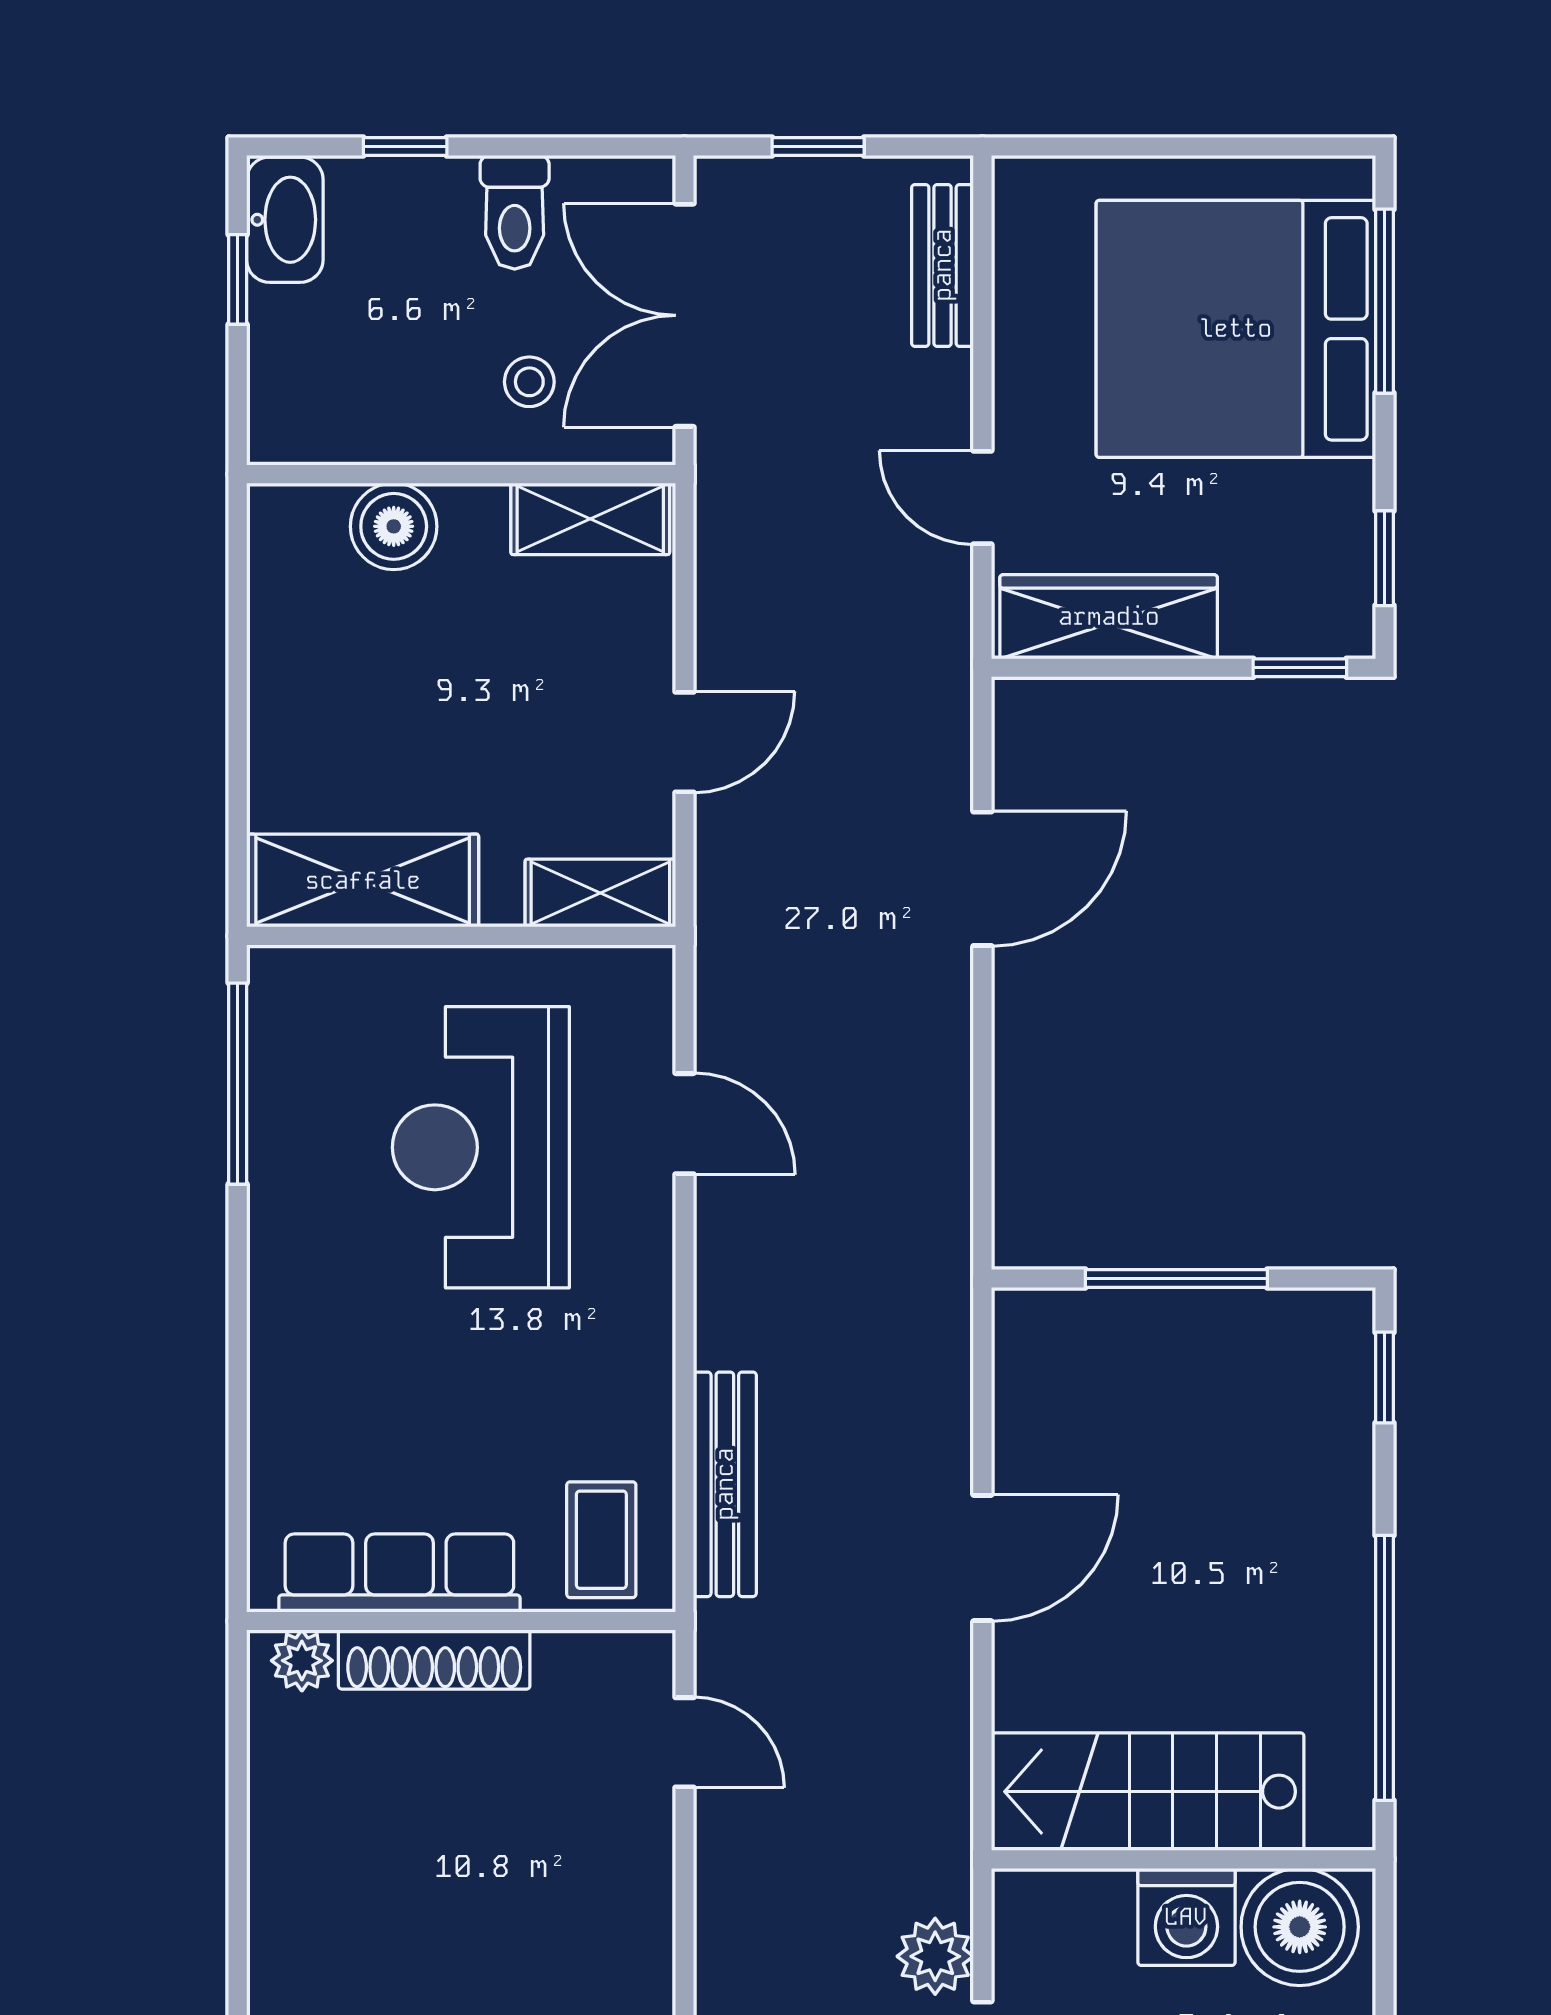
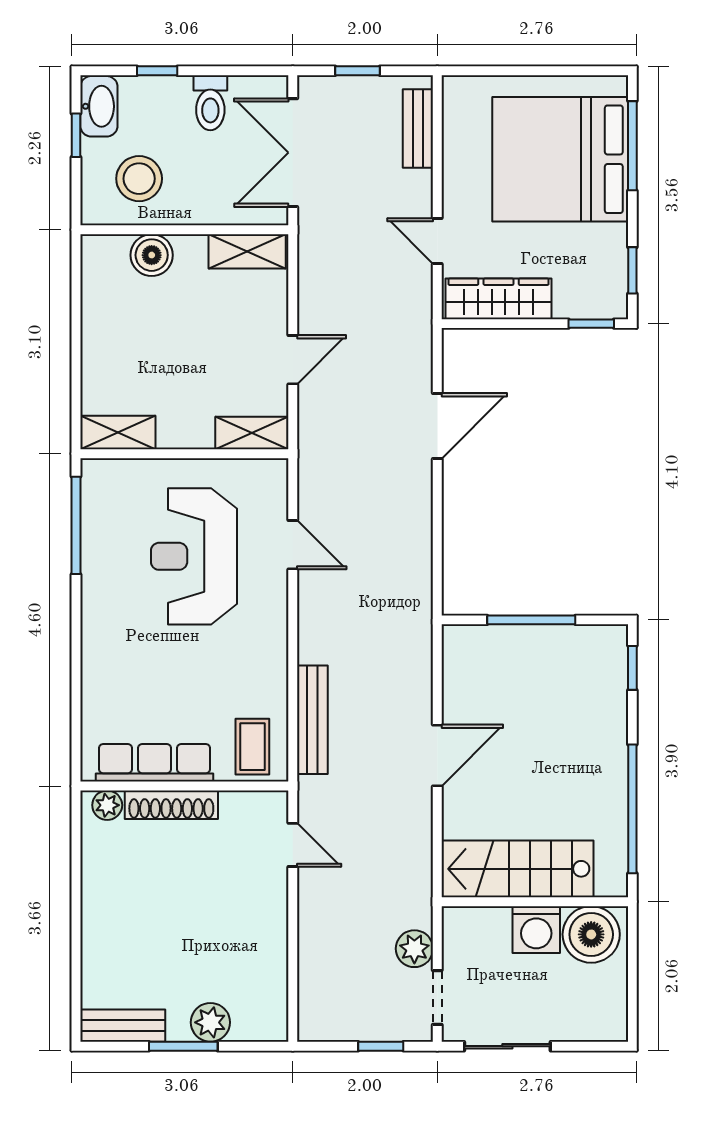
stool: (529, 382) -> (139, 179), moved, width x1.89, depth x1.89
shelving: (363, 881) -> (118, 432), width x0.67, depth x0.75

